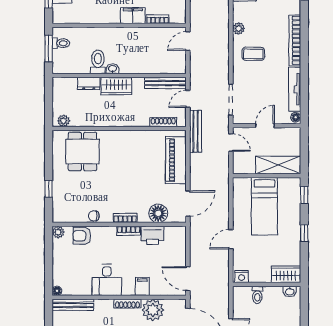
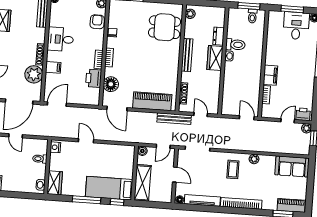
bench: (165, 83) -> (187, 55), moved
boiler: (238, 168) -> (142, 151), added
bed: (264, 206) -> (109, 188), moved
window: (304, 233) -> (87, 200), width x2.17

